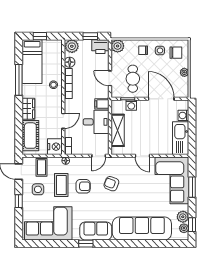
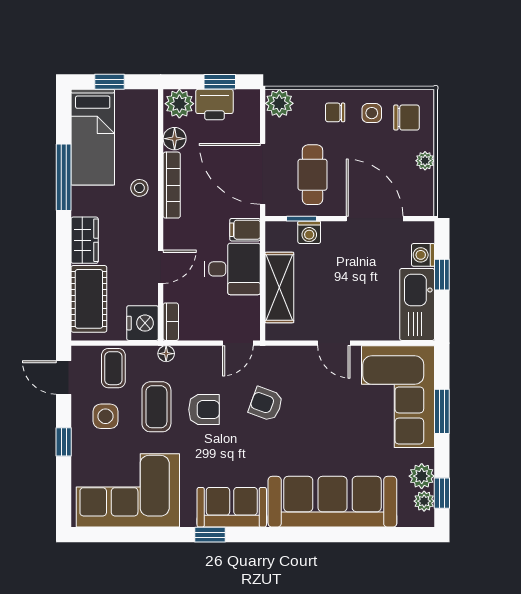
printer: (100, 47) -> (214, 105), moved
door: (110, 78) -> (263, 174), width x1.88
window: (192, 125) -> (442, 275), added

